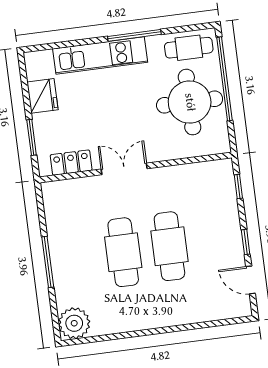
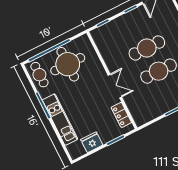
double door: (124, 169) -> (115, 86), swing flipped

